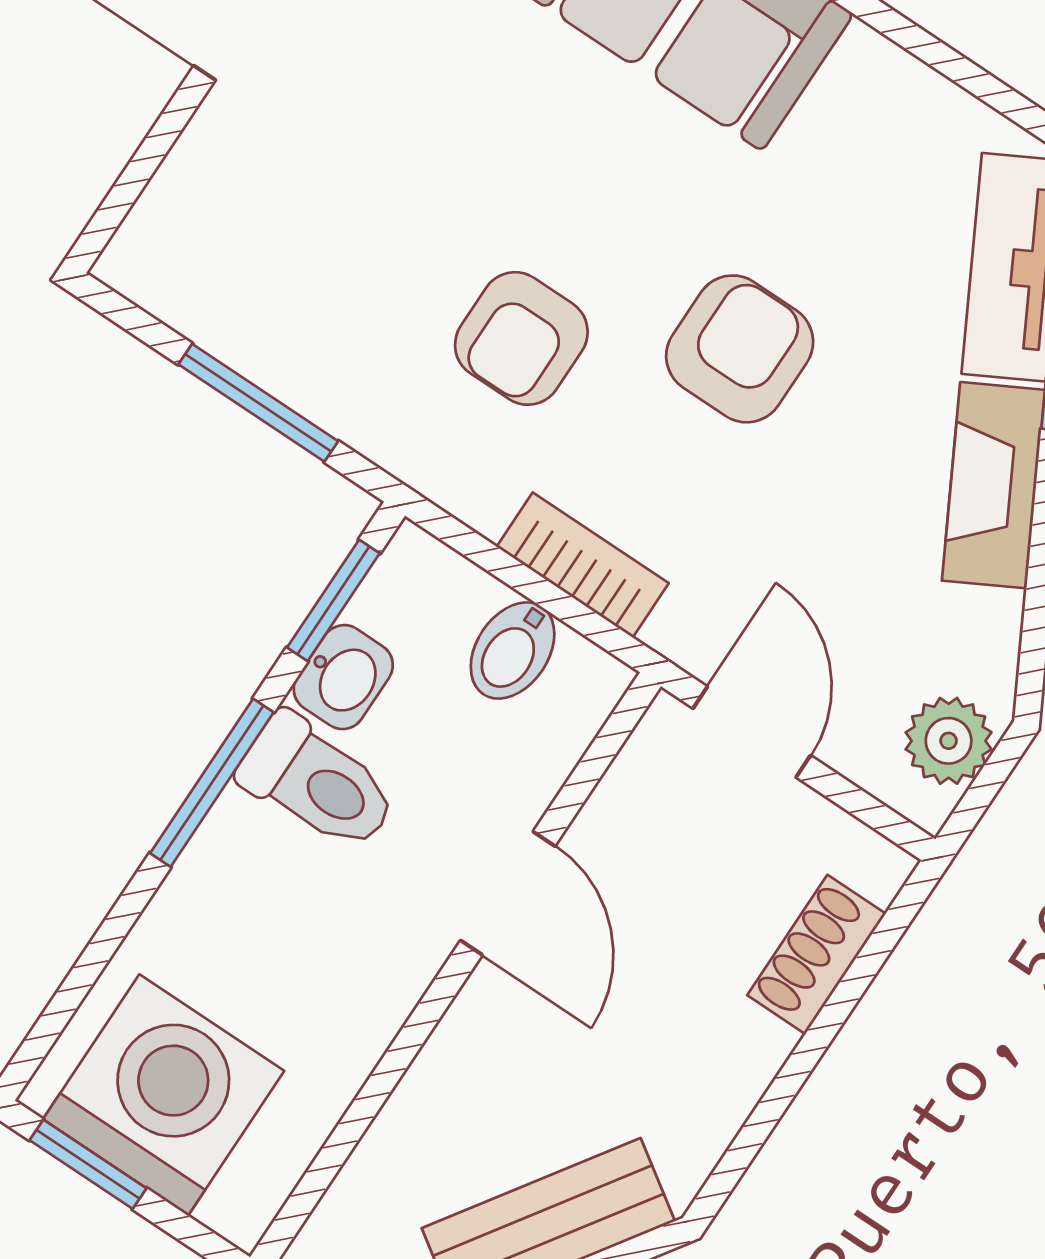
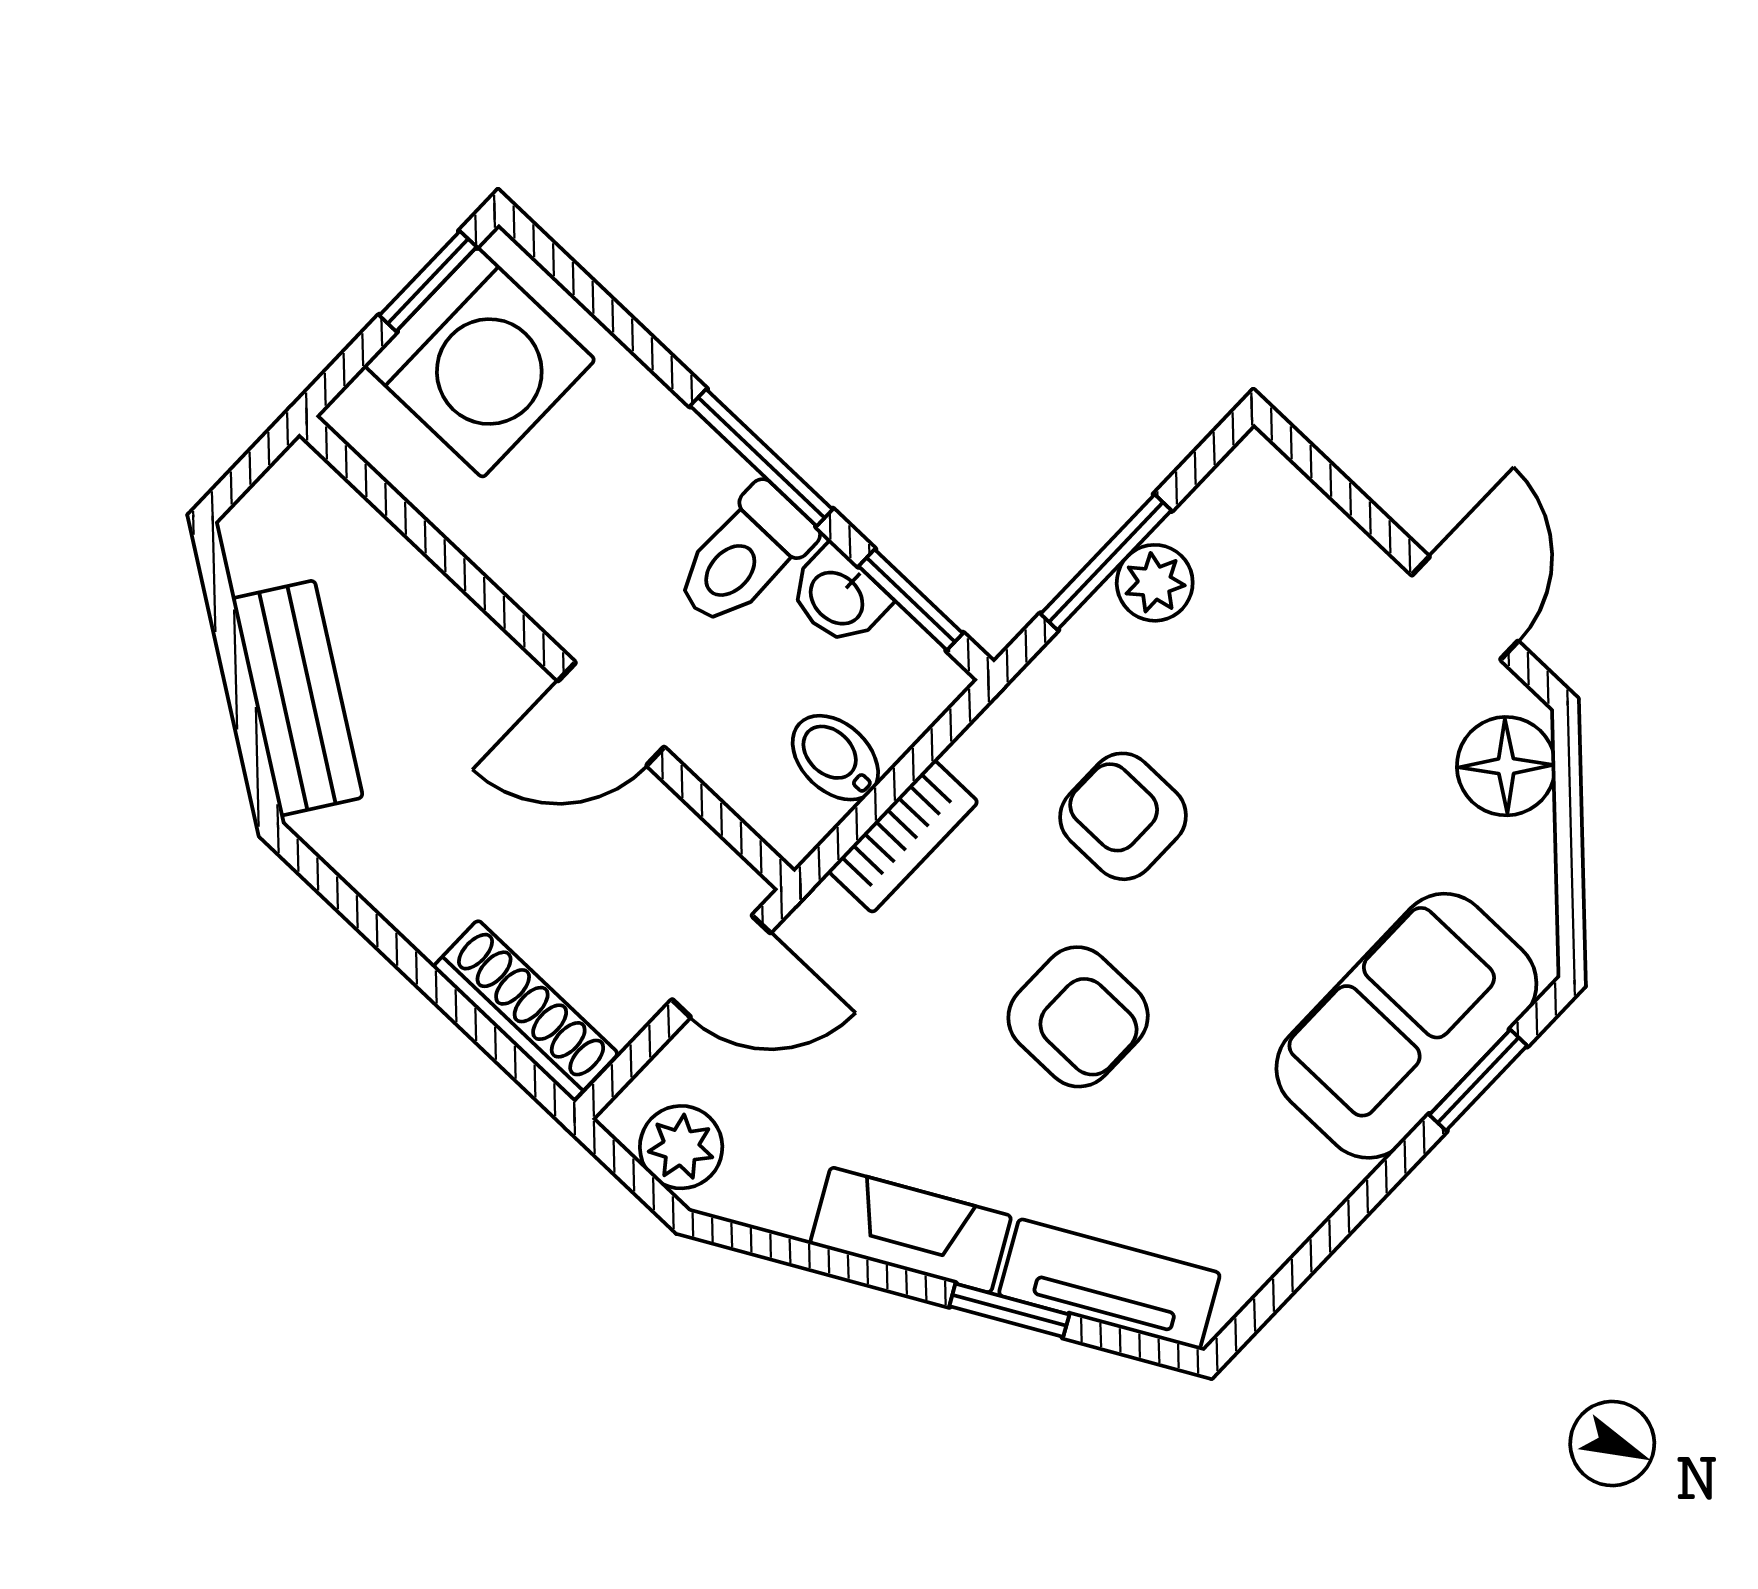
plant: (271, 348) -> (1155, 583), added
shoe rack: (816, 954) -> (526, 1010), width x1.43

